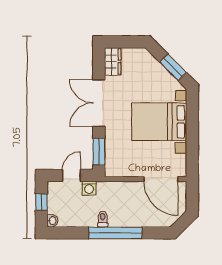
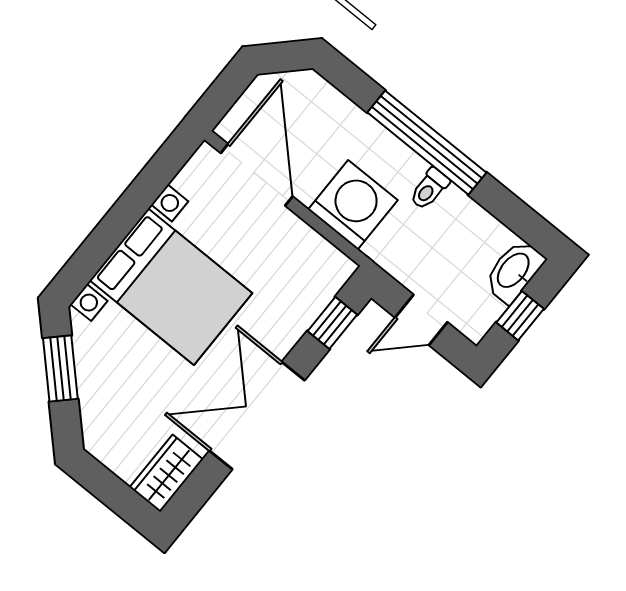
double door: (99, 103) -> (257, 416), swing flipped
window: (99, 152) -> (332, 323), width x0.67
washing machine: (89, 188) -> (353, 205), moved, width x1.89, depth x1.89
washbasin: (52, 221) -> (514, 271), width x1.91, depth x1.45

